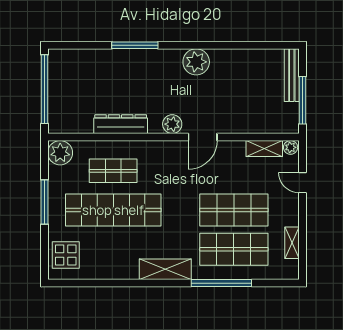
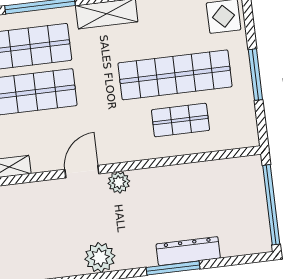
dresser: (121, 124) -> (188, 251), moved, turned 180
plant: (60, 153) -> (244, 134), removed

